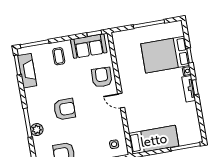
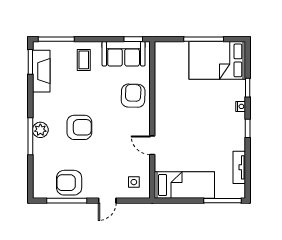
bed: (165, 55) -> (217, 60), moved
tv unit: (189, 89) -> (239, 167), moved
door: (121, 101) -> (152, 145), moved
plant: (37, 130) -> (40, 130), moved

